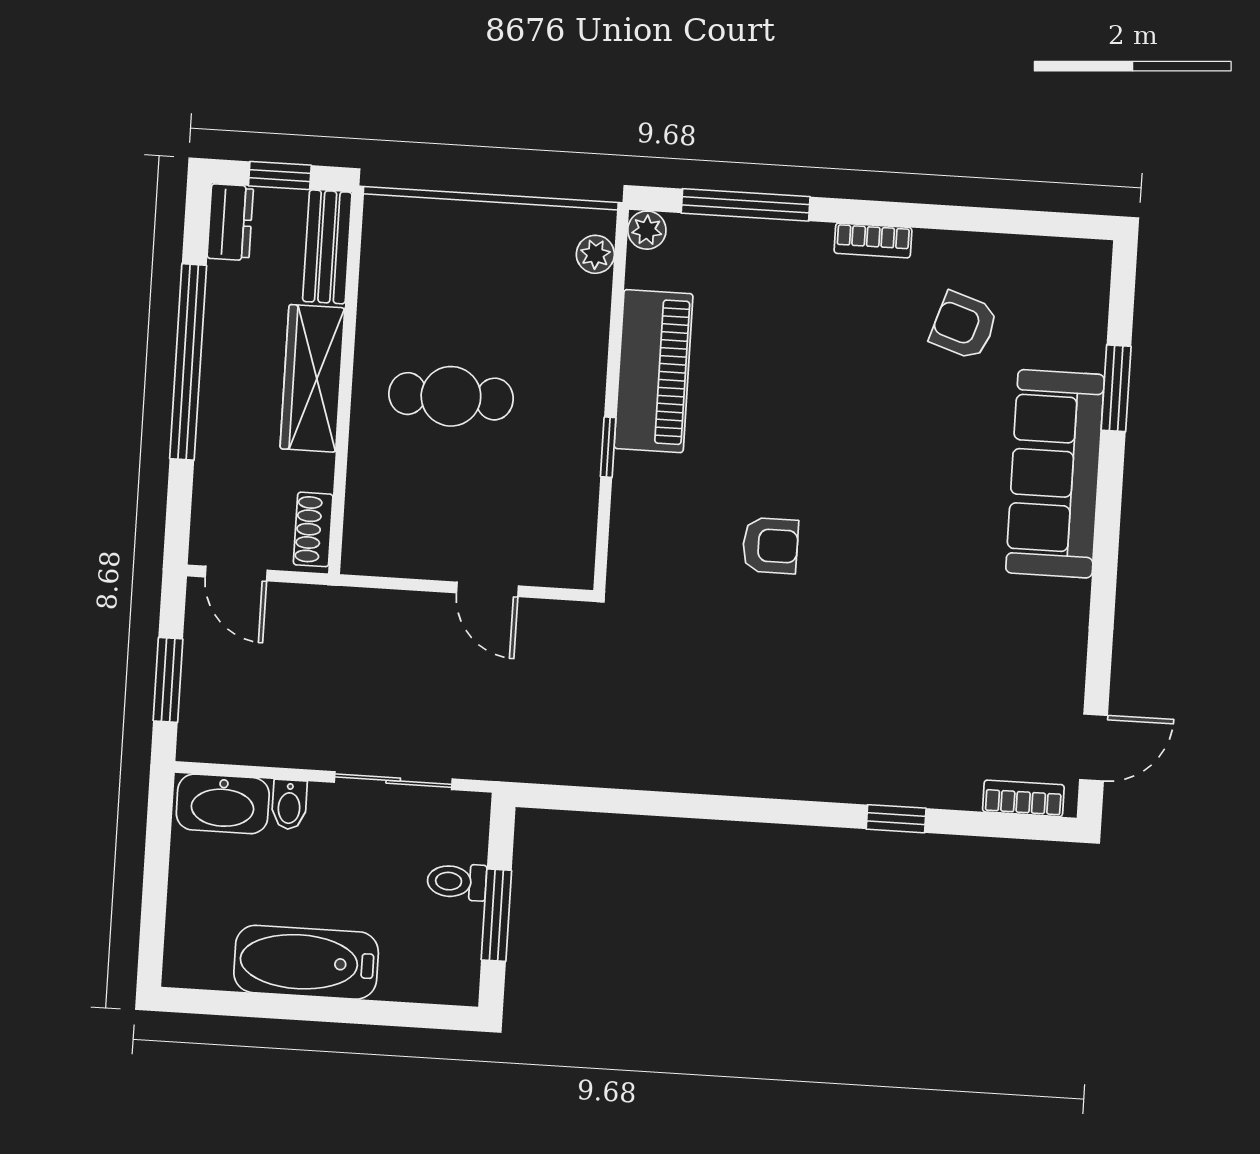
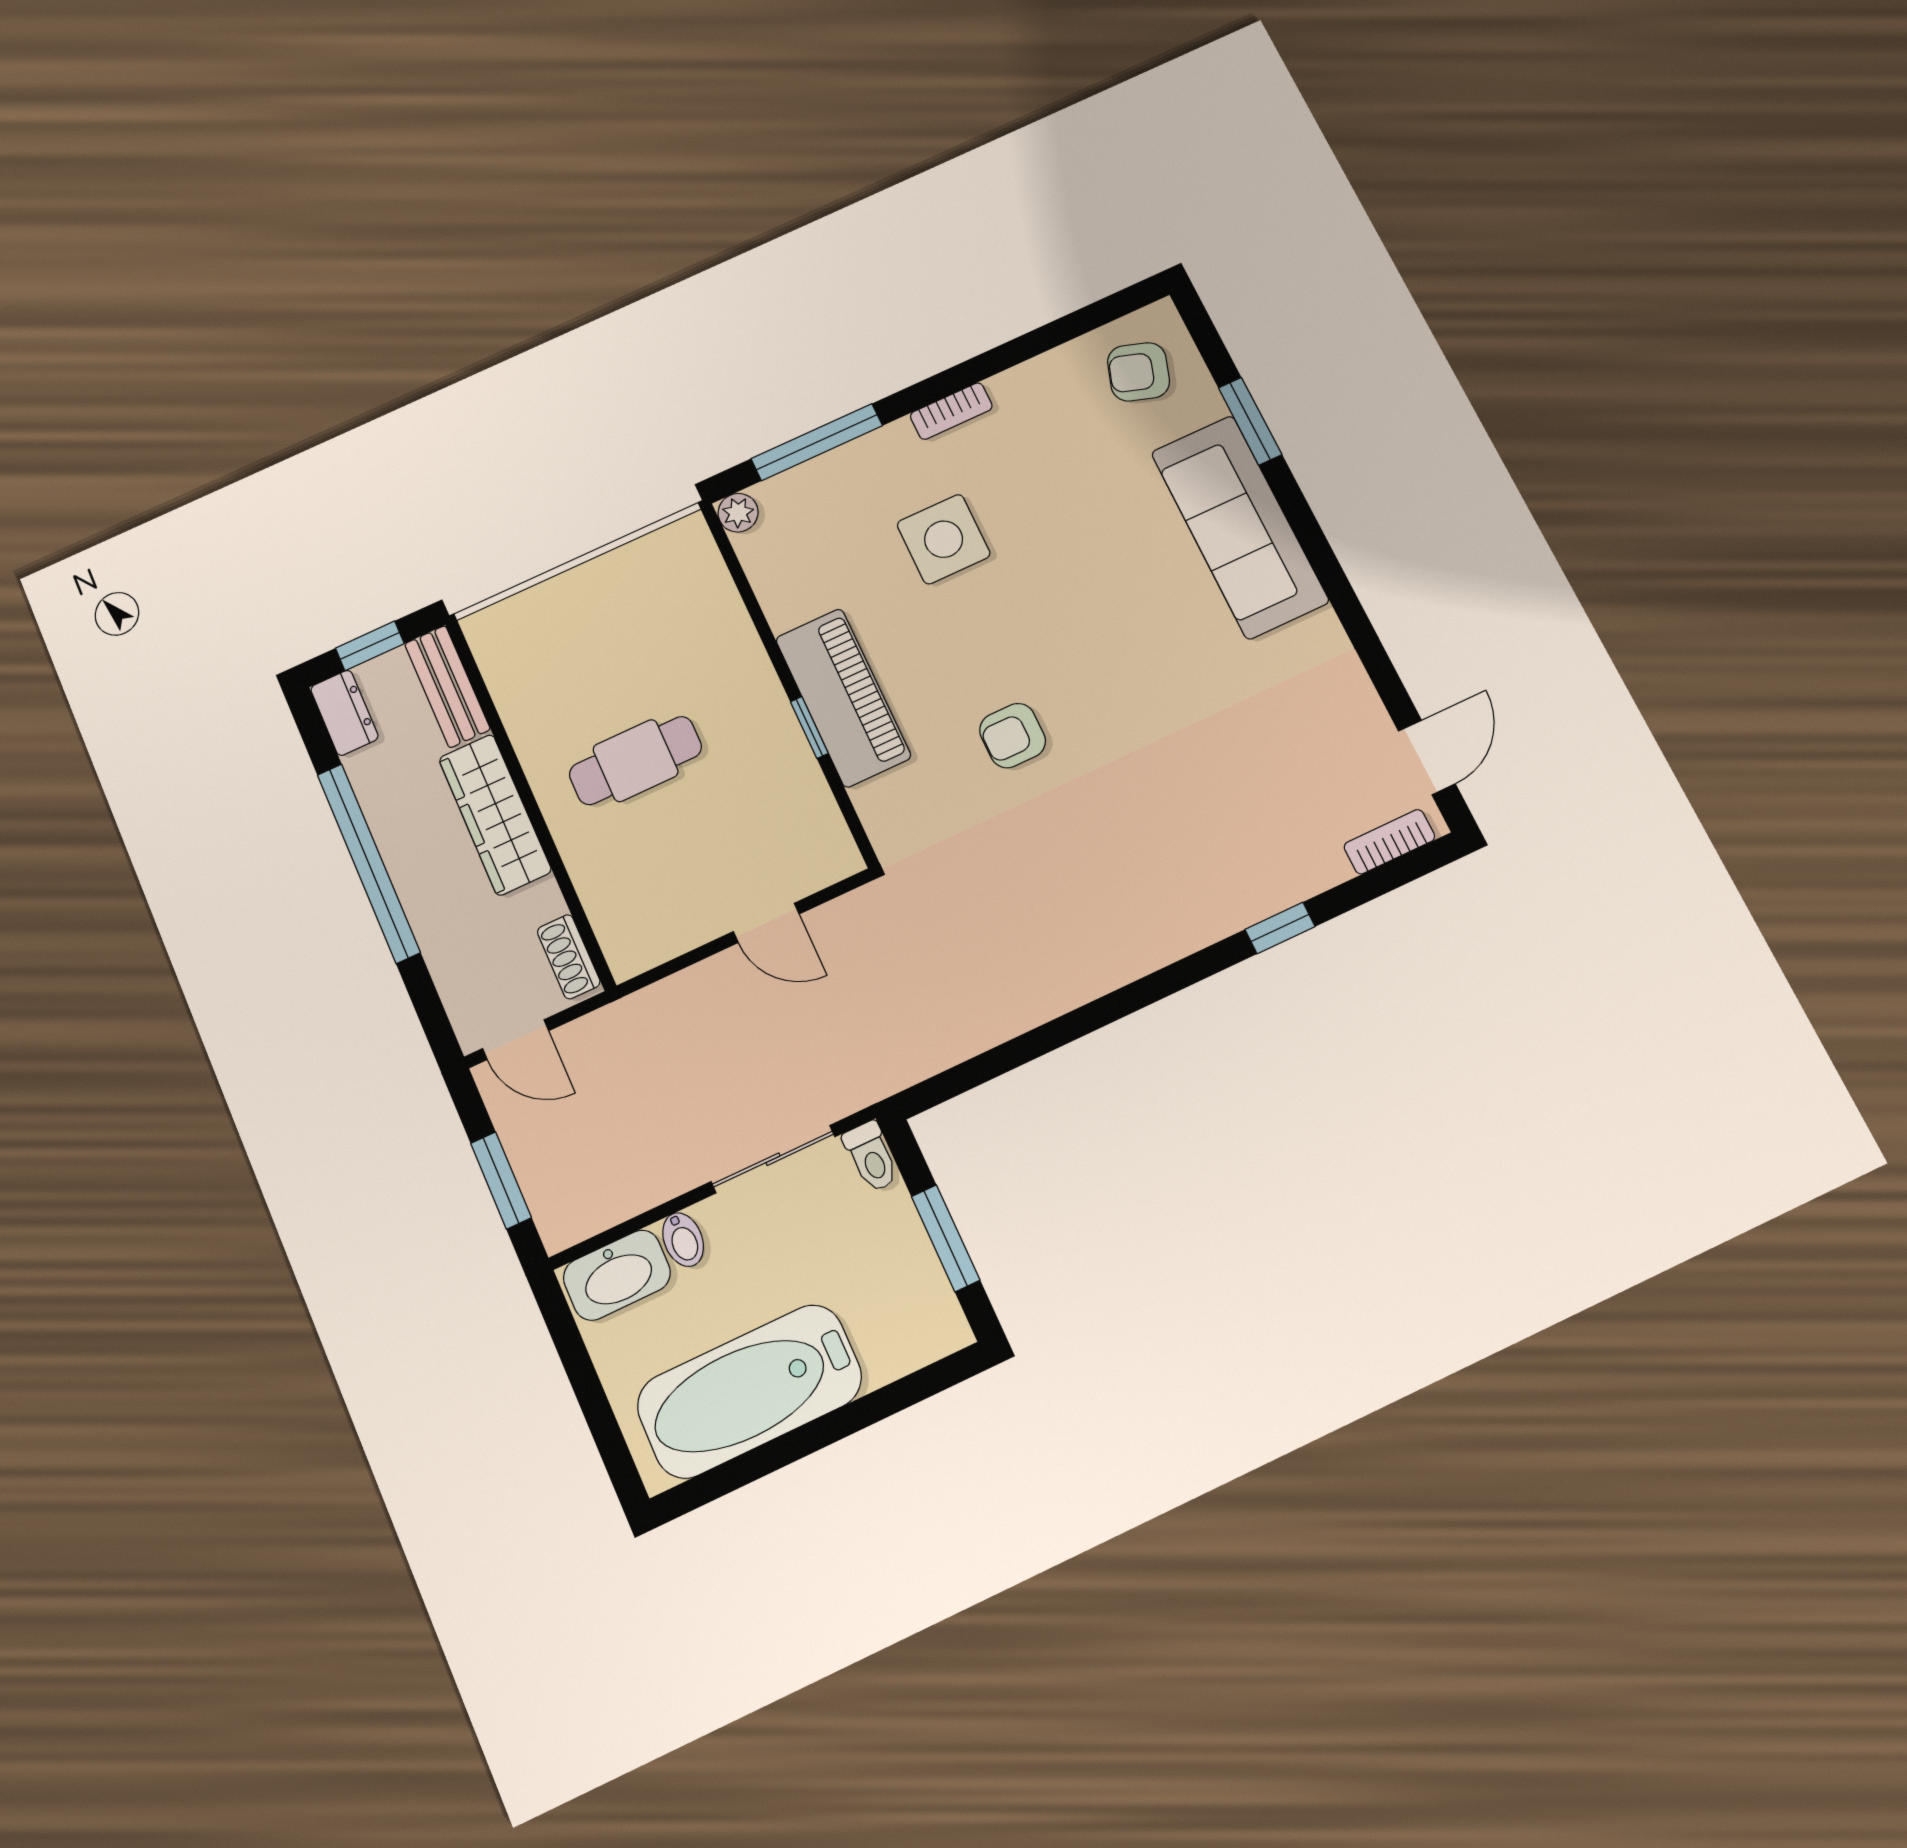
plant: (595, 254) -> (702, 560), removed
armchair: (964, 326) -> (1138, 372), moved
side table: (805, 348) -> (944, 539), added
piano: (654, 371) -> (843, 698), moved
armchair: (770, 546) -> (1013, 736), turned 180
toilet: (457, 882) -> (871, 1157), moved, turned -90
bathtub: (306, 962) -> (749, 1391), width x1.36, depth x1.36

